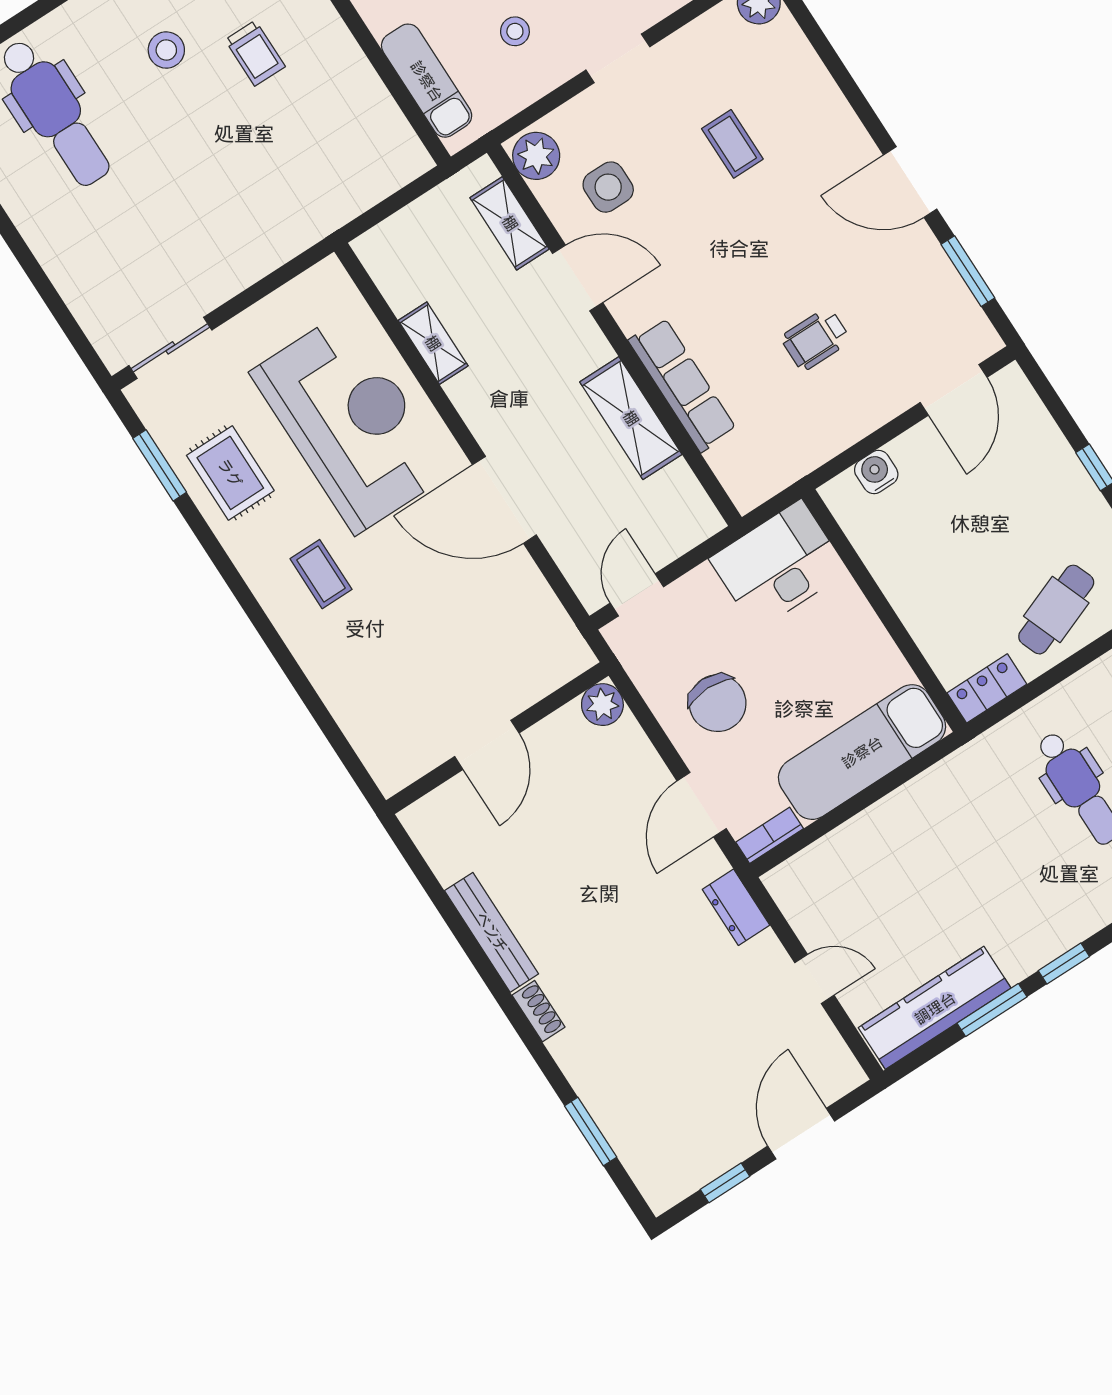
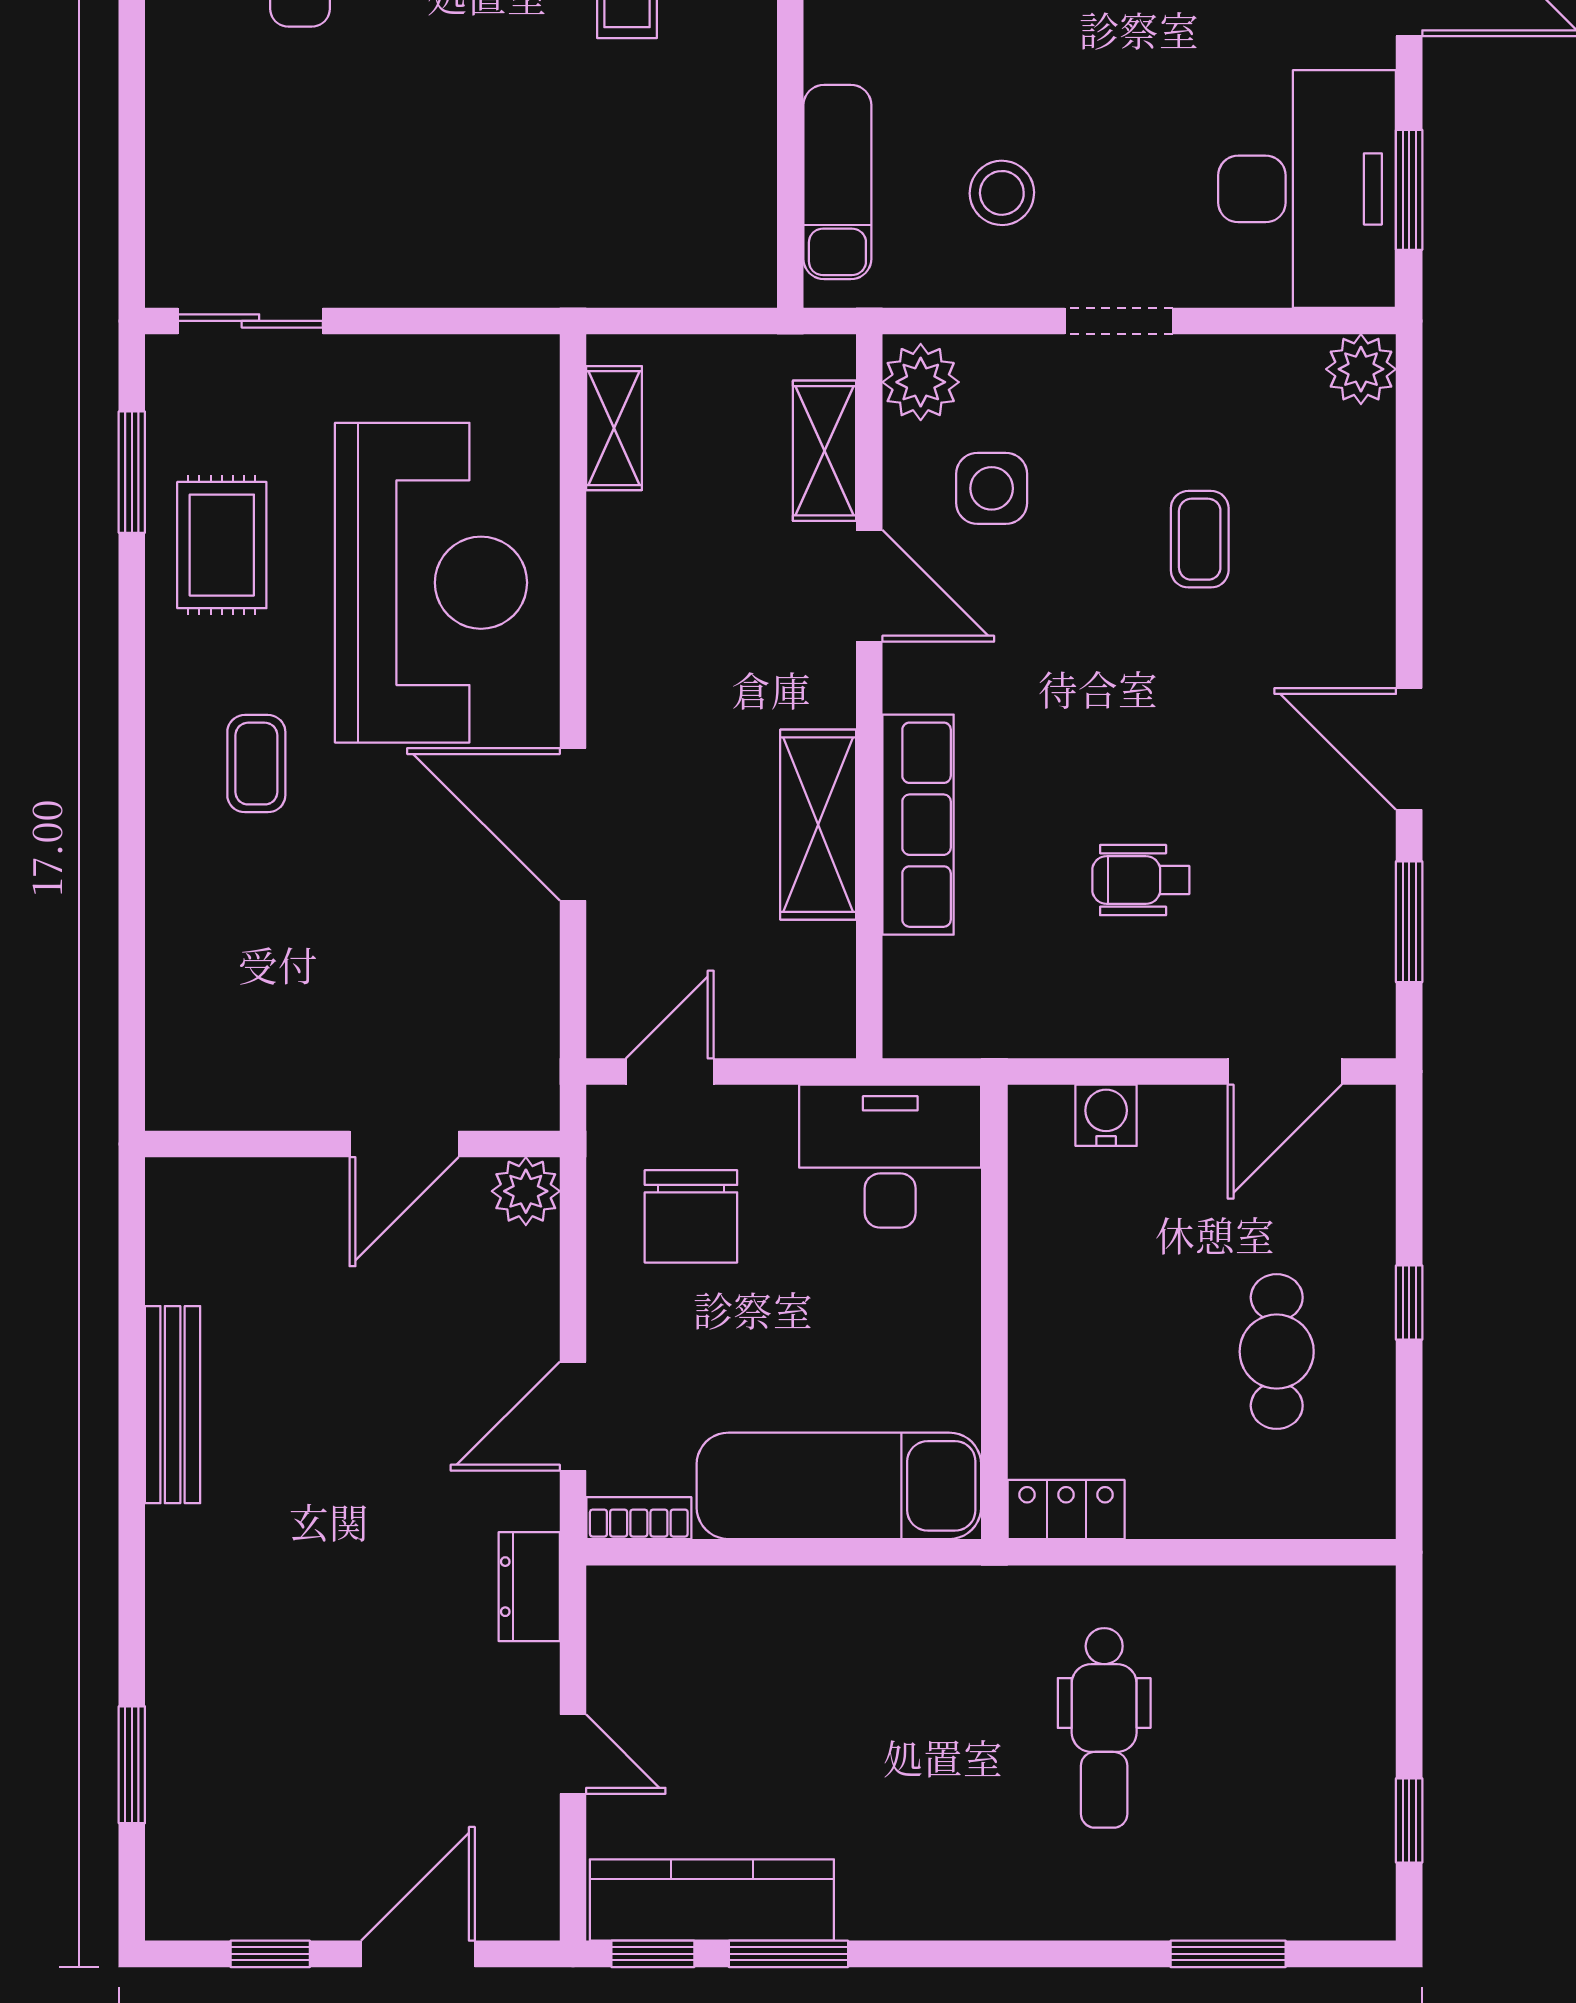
stool: (515, 31) -> (1002, 193), width x1.37, depth x1.37
shelving: (433, 343) -> (614, 428), moved
cafe table: (1056, 610) -> (1277, 1352), moved, turned -69
chair: (718, 703) -> (691, 1216), moved
door: (487, 745) -> (404, 1144), moved
window: (1064, 964) -> (653, 1954), moved
shoe rack: (539, 1011) -> (167, 1554), removed

